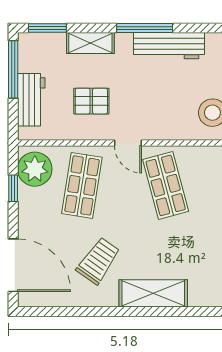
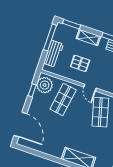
trolley: (98, 261) -> (59, 135), removed

